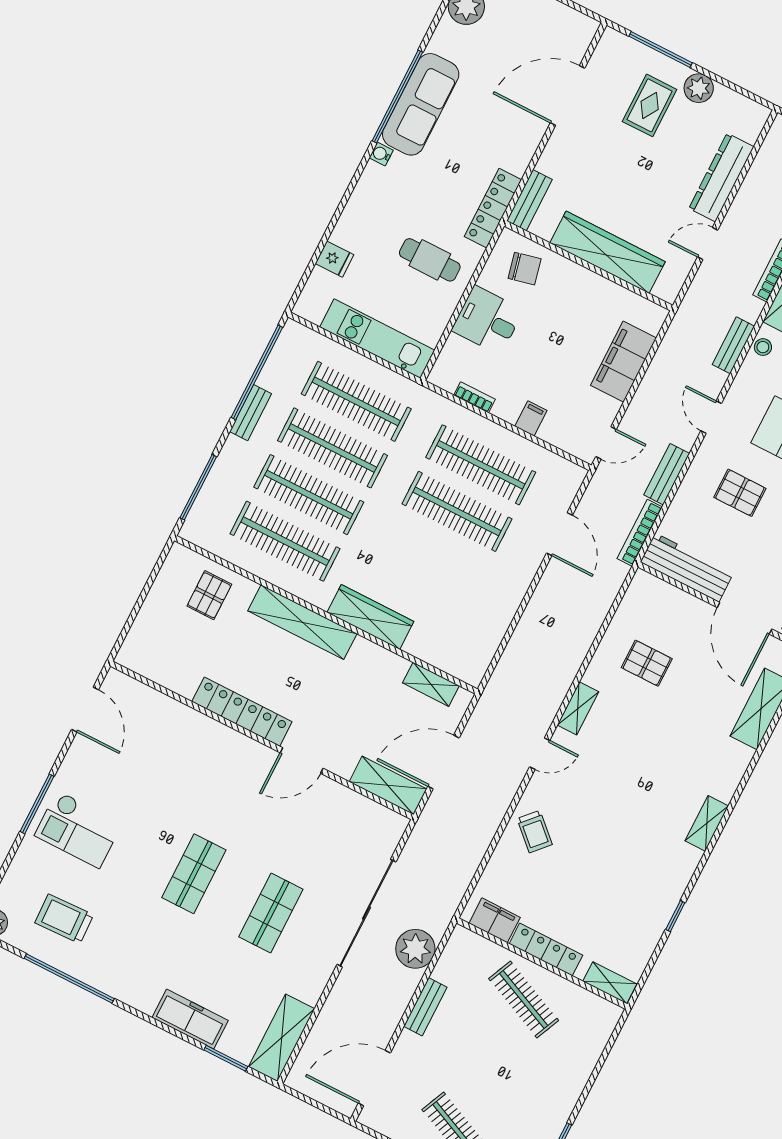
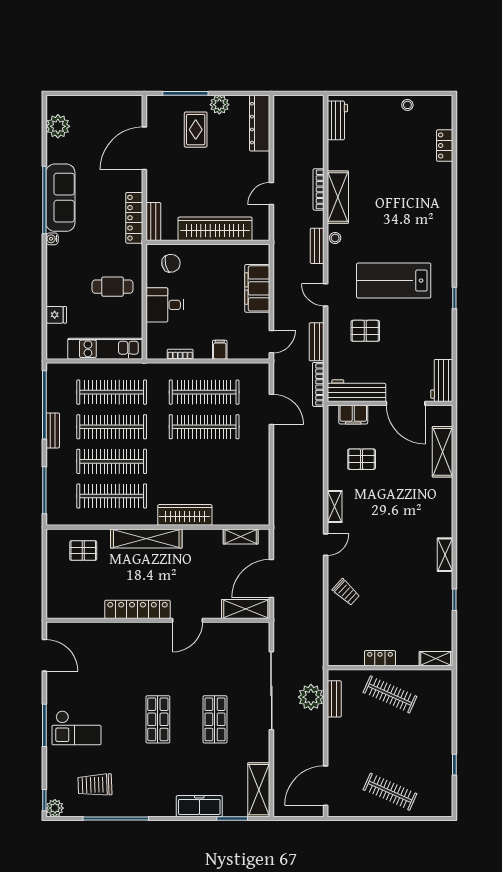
dresser: (721, 178) -> (260, 123), moved
locker: (493, 208) -> (134, 218), moved
pallet: (209, 595) -> (83, 551), turned 90
shelving: (707, 823) -> (445, 555), moved
filing cabinet: (495, 920) -> (353, 415), moved, turned 180
locker: (546, 949) -> (380, 658), width x0.66
bench: (425, 1007) -> (334, 699), moved

